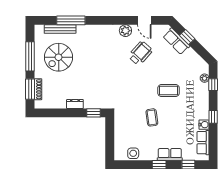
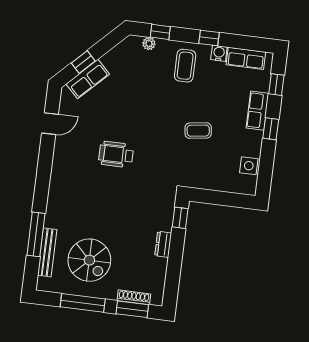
plant: (125, 31) -> (62, 154), removed
wheelchair: (140, 53) -> (116, 154), moved, turned -42
coffee table: (169, 91) -> (185, 66), moved

